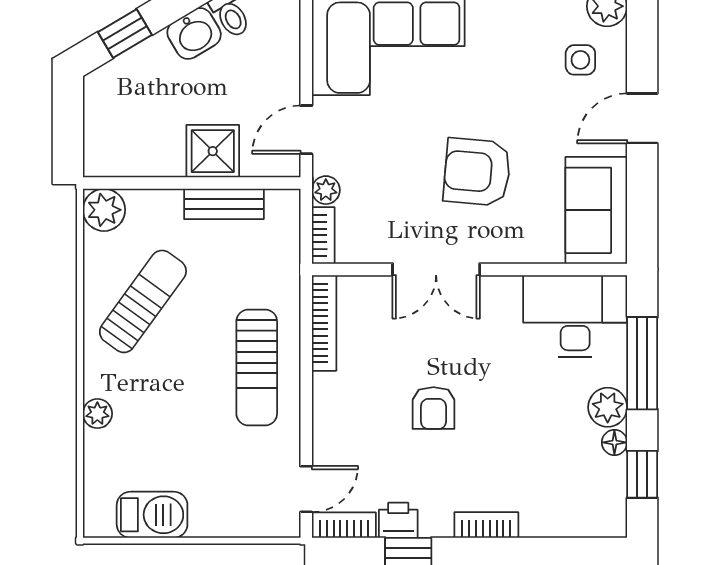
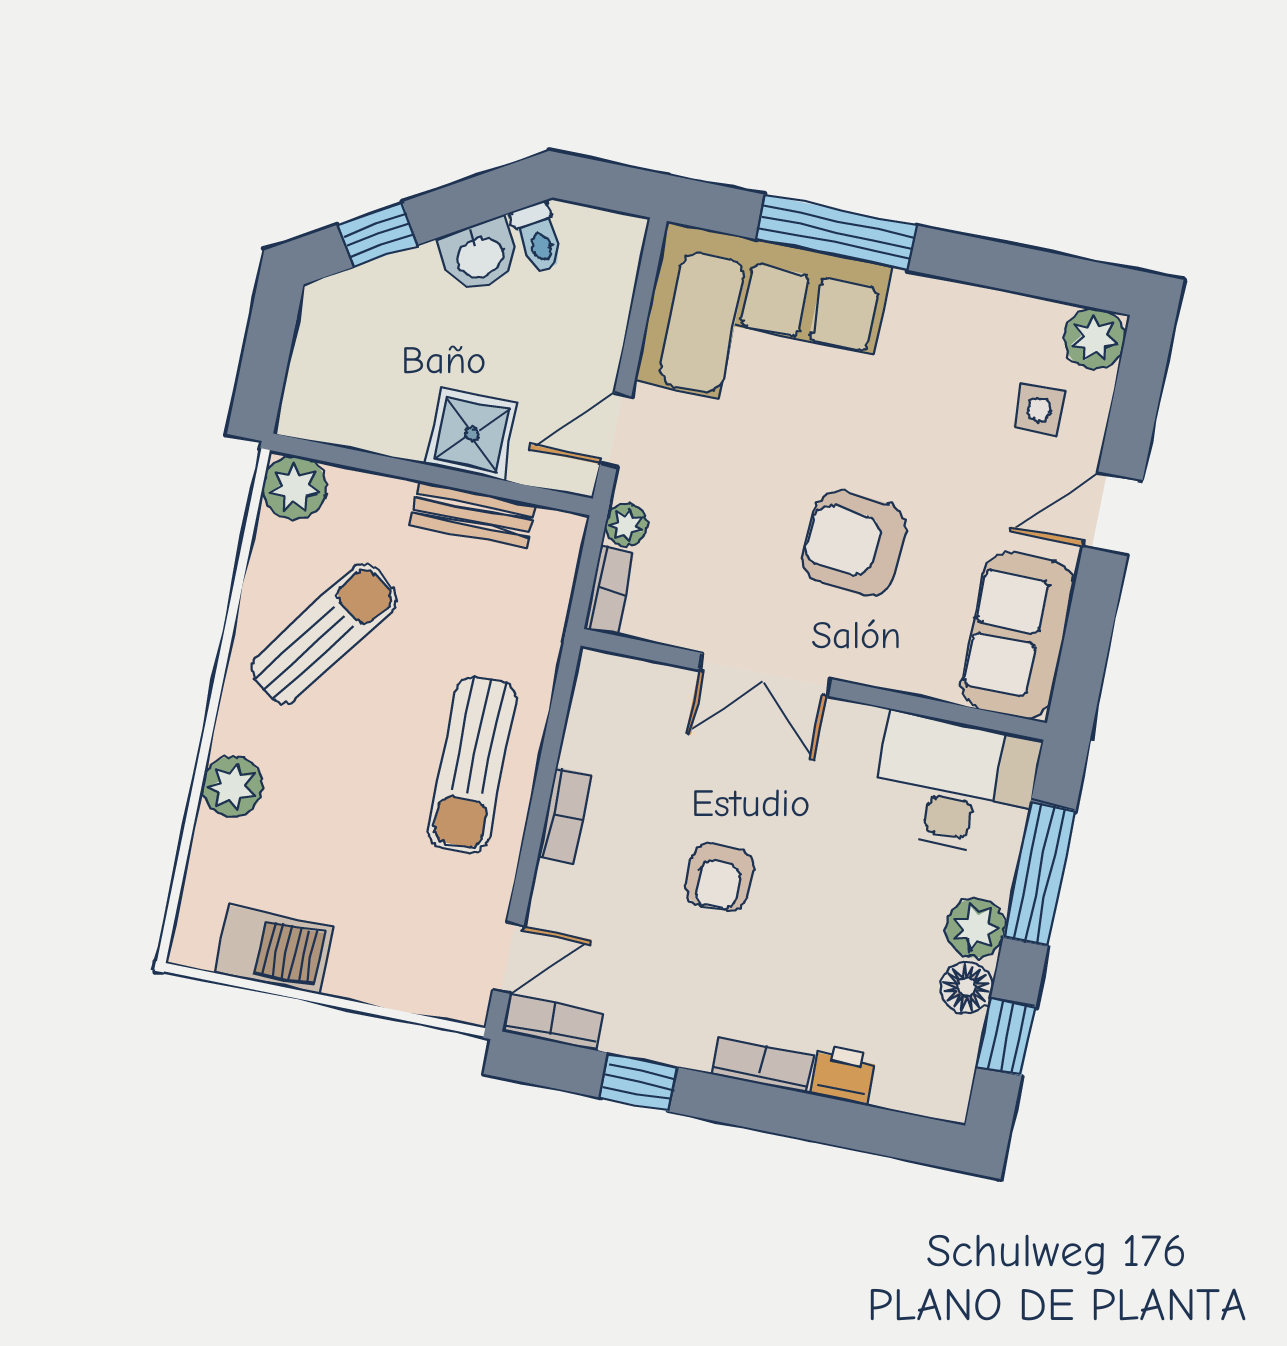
bookcase: (324, 323) -> (565, 816), moved, width x0.64
plant: (97, 414) -> (232, 786), width x1.38, depth x1.38
floor lamp: (614, 442) -> (967, 987), width x1.37, depth x1.37
printer: (398, 520) -> (844, 1074), moved

